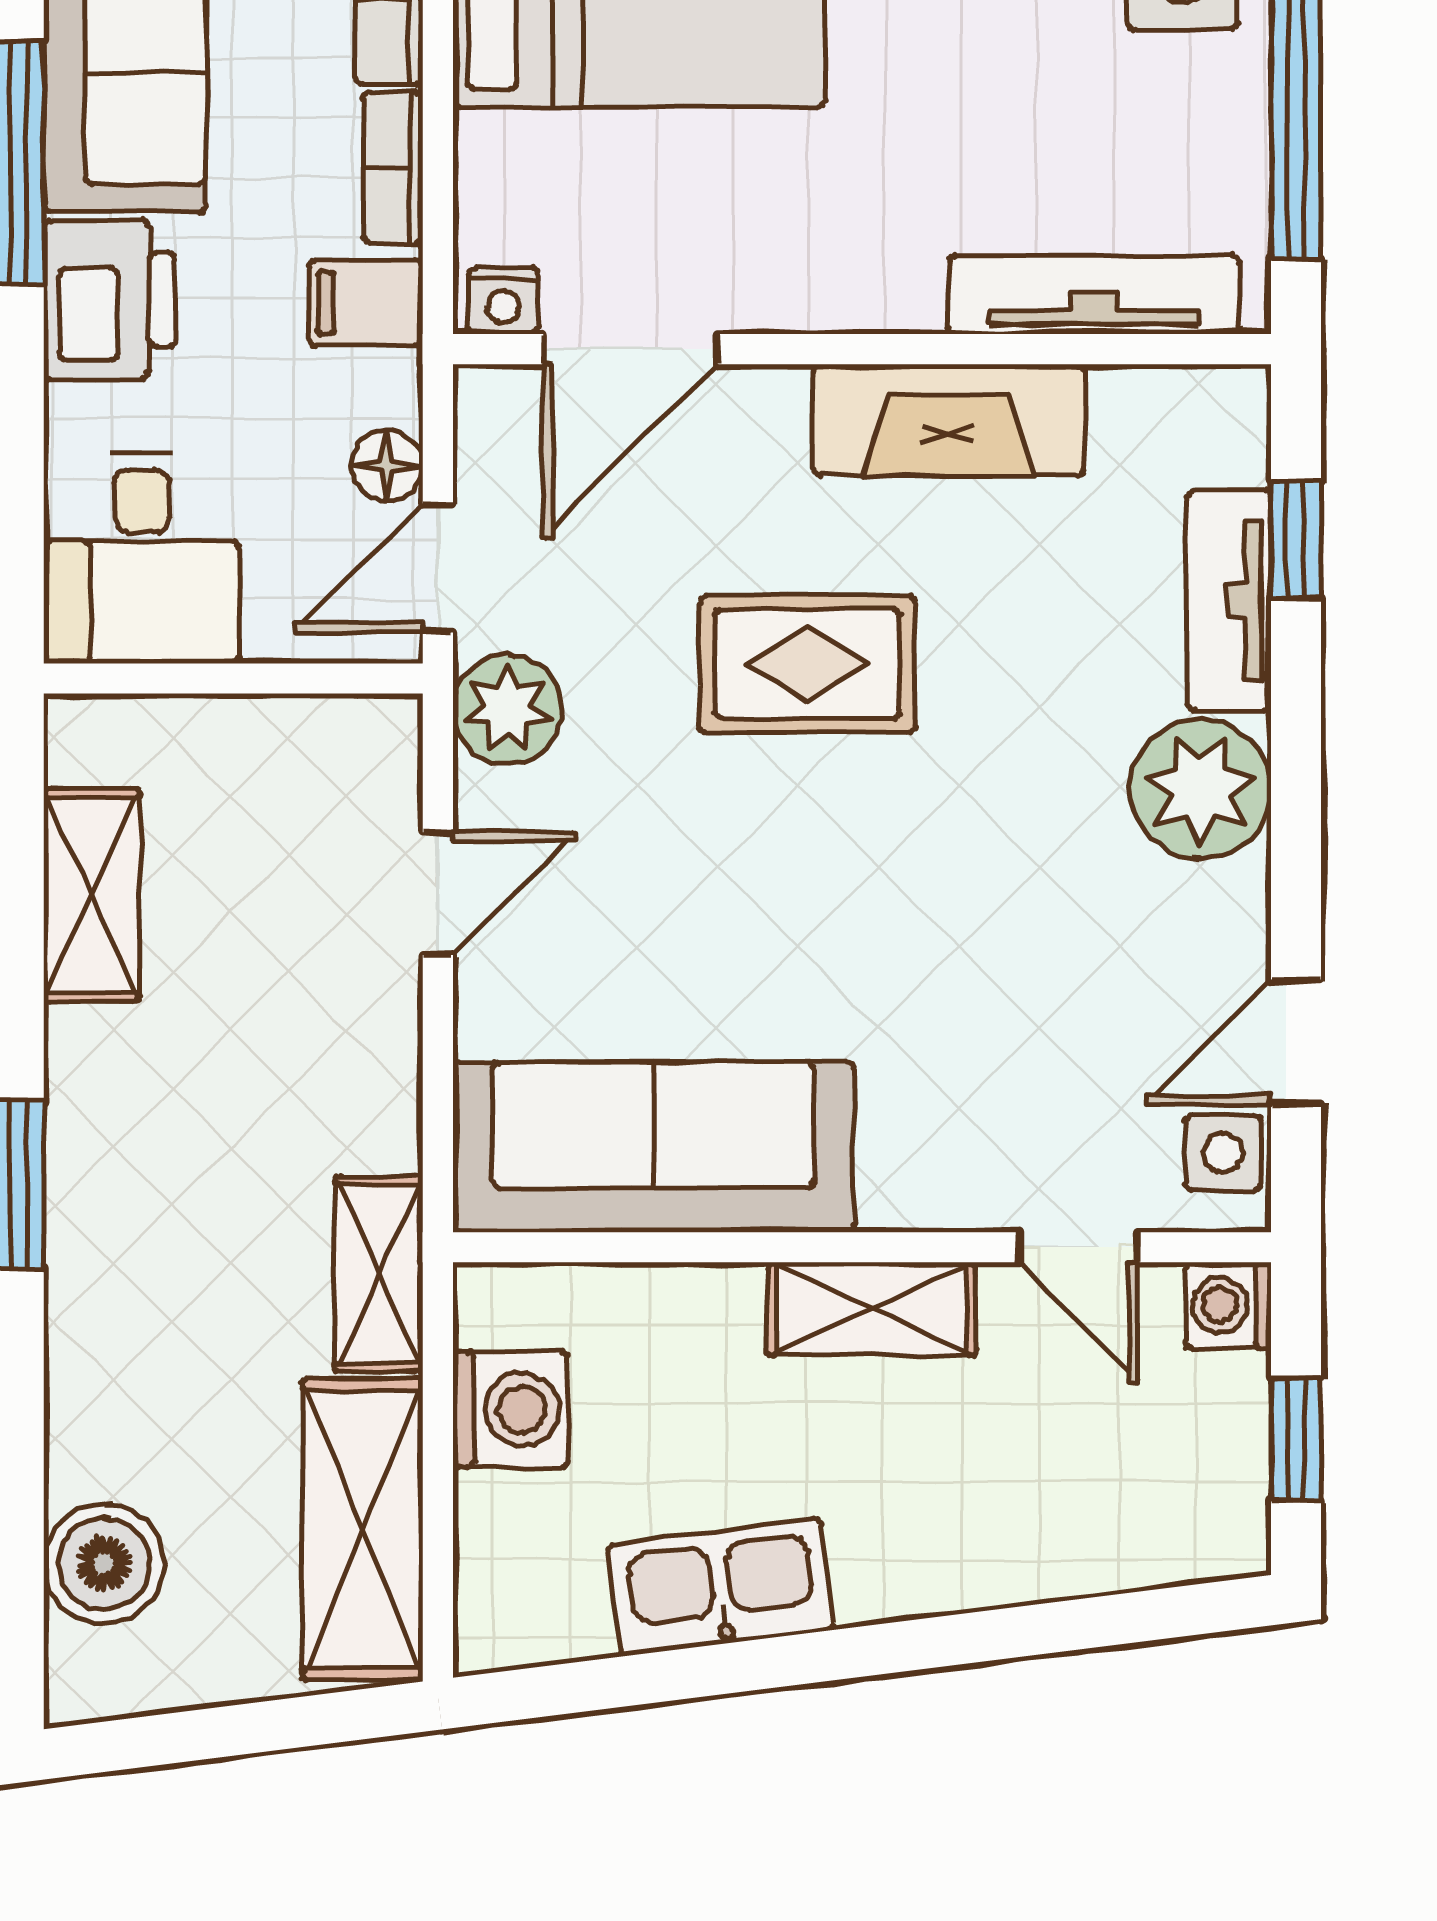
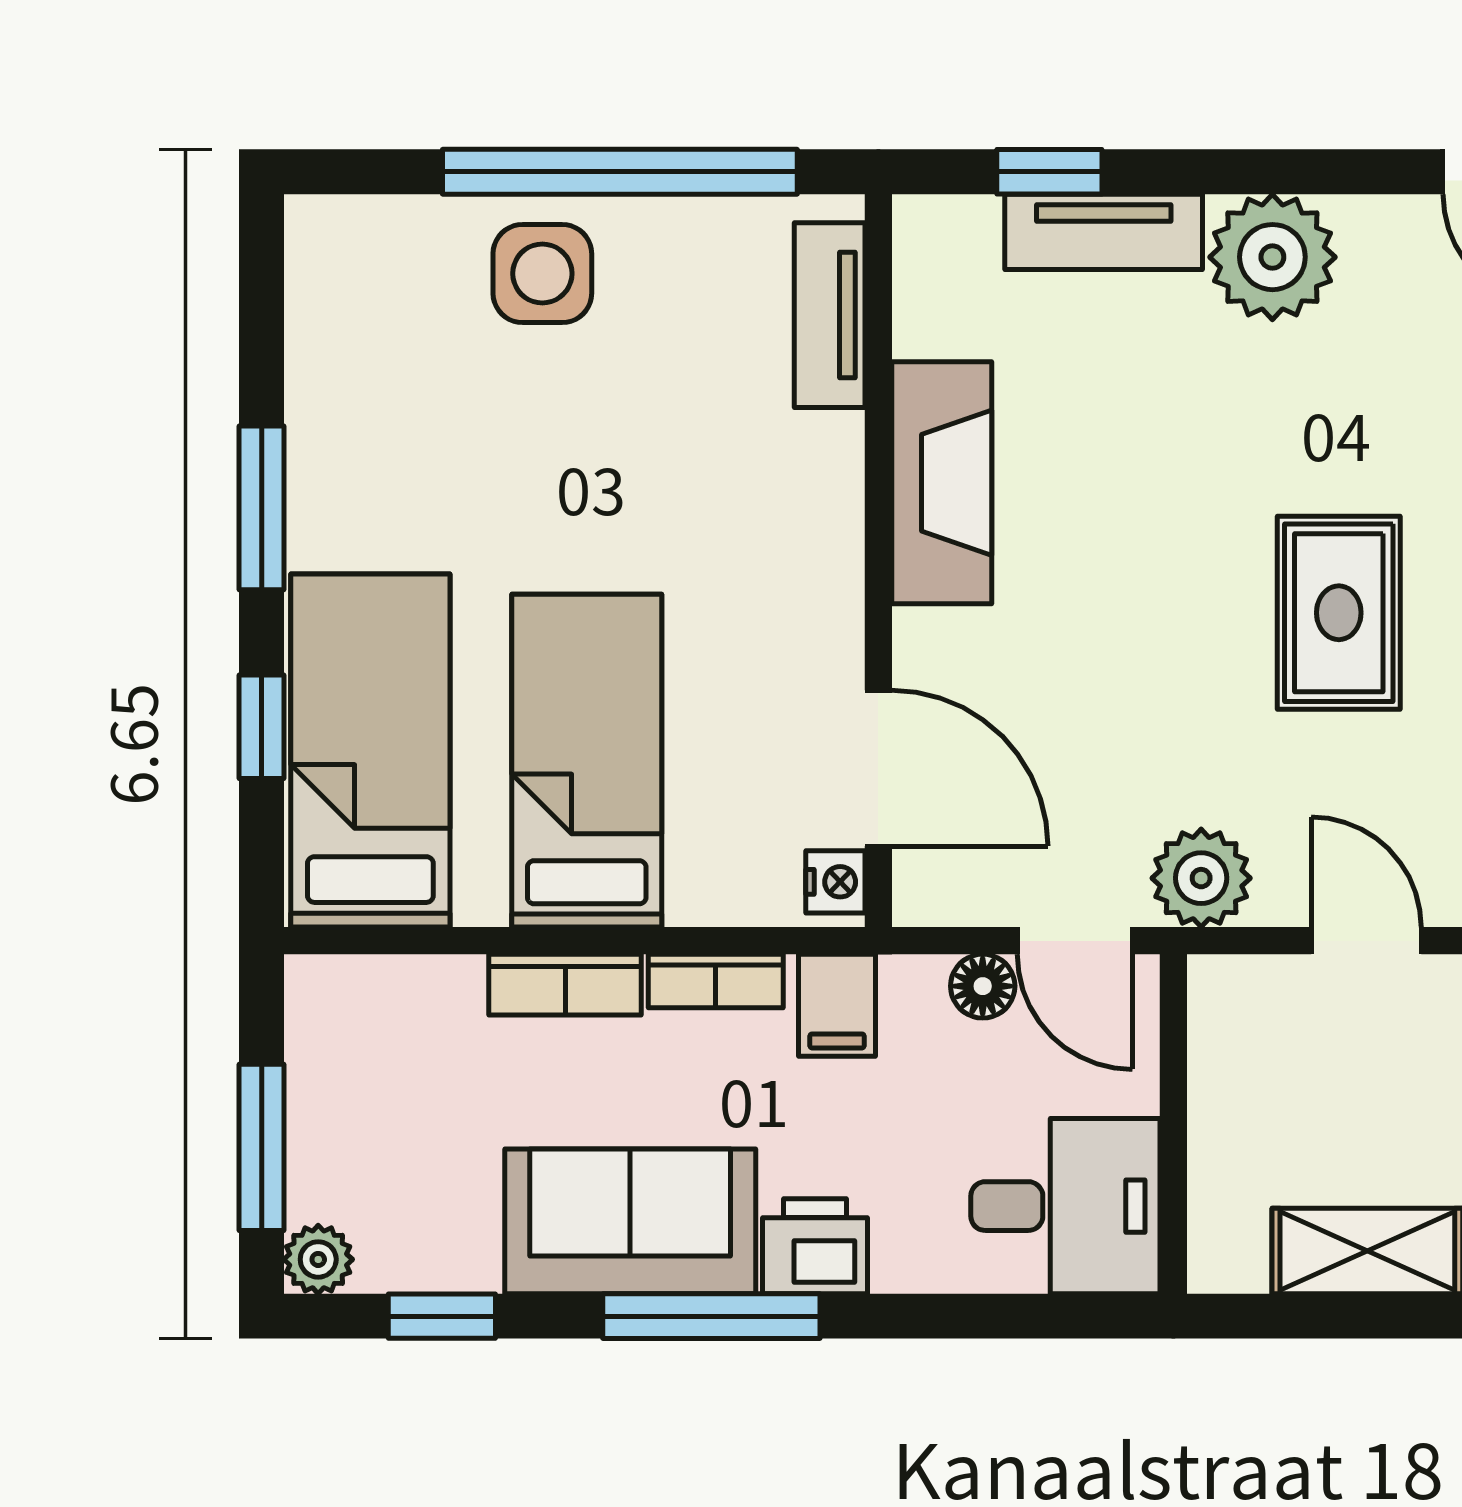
tv unit: (1094, 295) -> (830, 315), width x0.71
printer: (109, 300) -> (815, 1246), width x0.73, depth x0.81
rug: (807, 664) -> (1339, 613), moved

